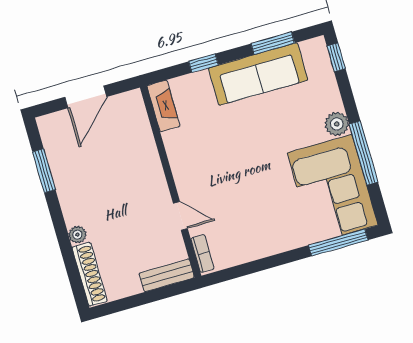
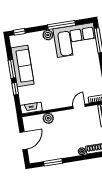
window: (273, 43) -> (12, 69), moved
door: (86, 97) -> (23, 141), hinge flipped
plant: (144, 148) -> (48, 118), added

